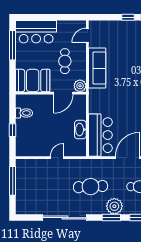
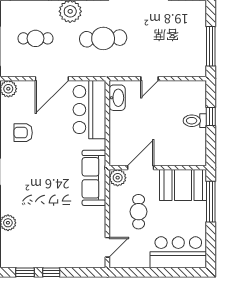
window: (13, 45) -> (211, 202), moved
sofa: (97, 68) -> (94, 178), moved
toilet: (24, 113) -> (195, 121), moved
washbasin: (80, 130) -> (117, 98), moved

